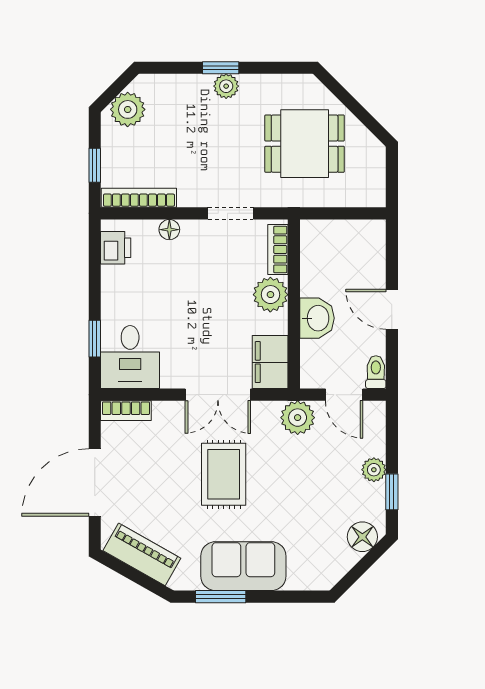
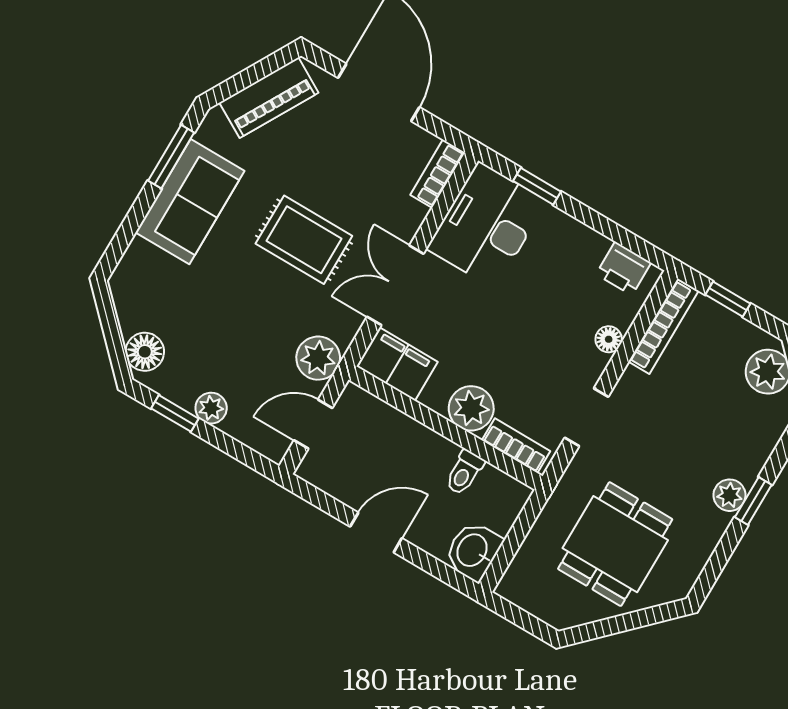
washbasin: (317, 318) -> (473, 551), moved, turned 90
desk: (130, 357) -> (487, 225), width x1.37
toilet: (376, 372) -> (464, 472), moved, turned 90

